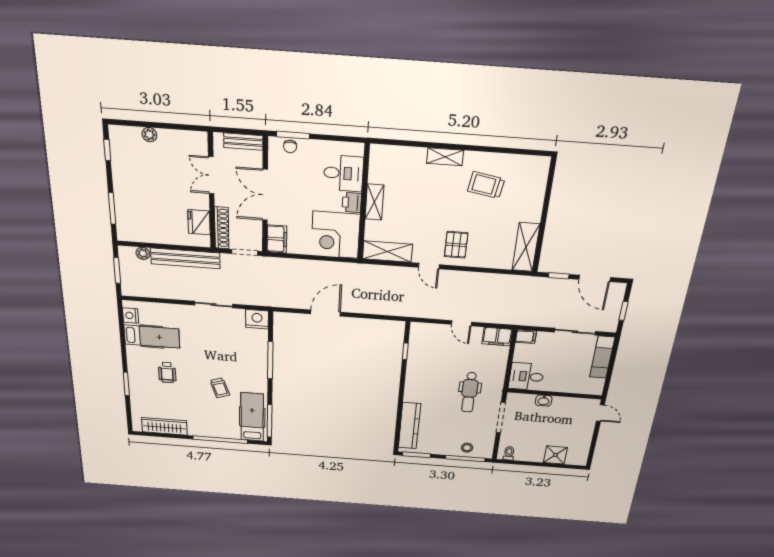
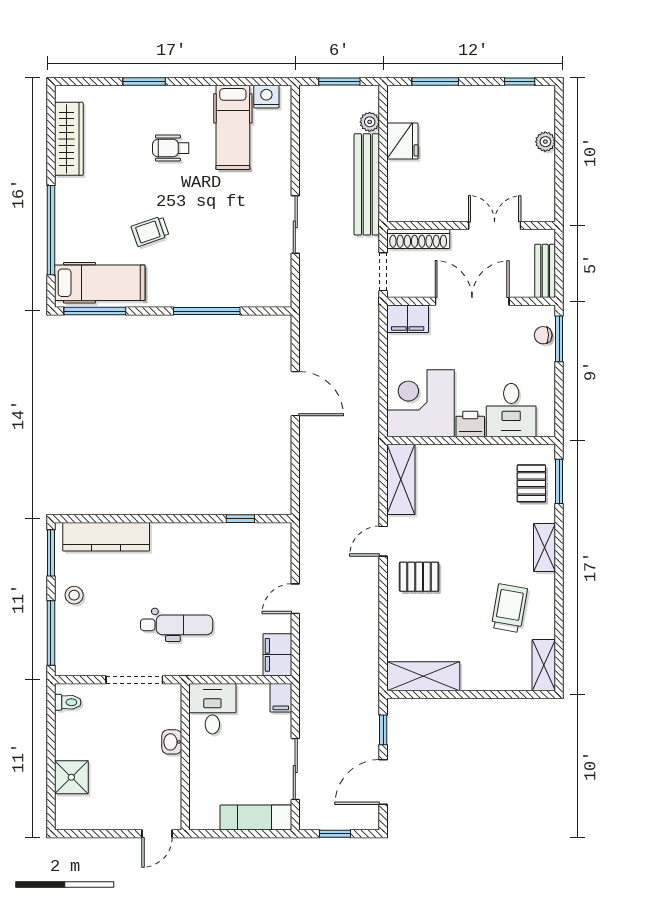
window: (398, 143) -> (559, 481), added
pallet: (397, 163) -> (531, 483), added
shelving: (374, 202) -> (544, 665), moved, turned 90
fridge: (199, 222) -> (402, 141), moved, turned 90
nightstand: (257, 319) -> (276, 290), removed
dental chair: (469, 392) -> (177, 625), turned 180
stool: (467, 448) -> (74, 595), moved

